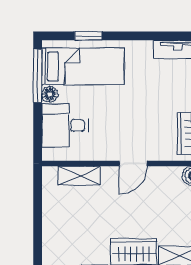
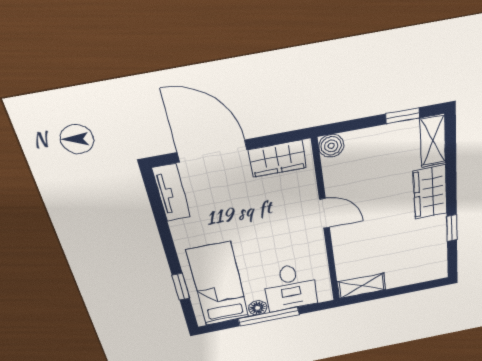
window: (38, 76) -> (269, 317), moved
shelving: (79, 176) -> (361, 286), moved, turned 90

